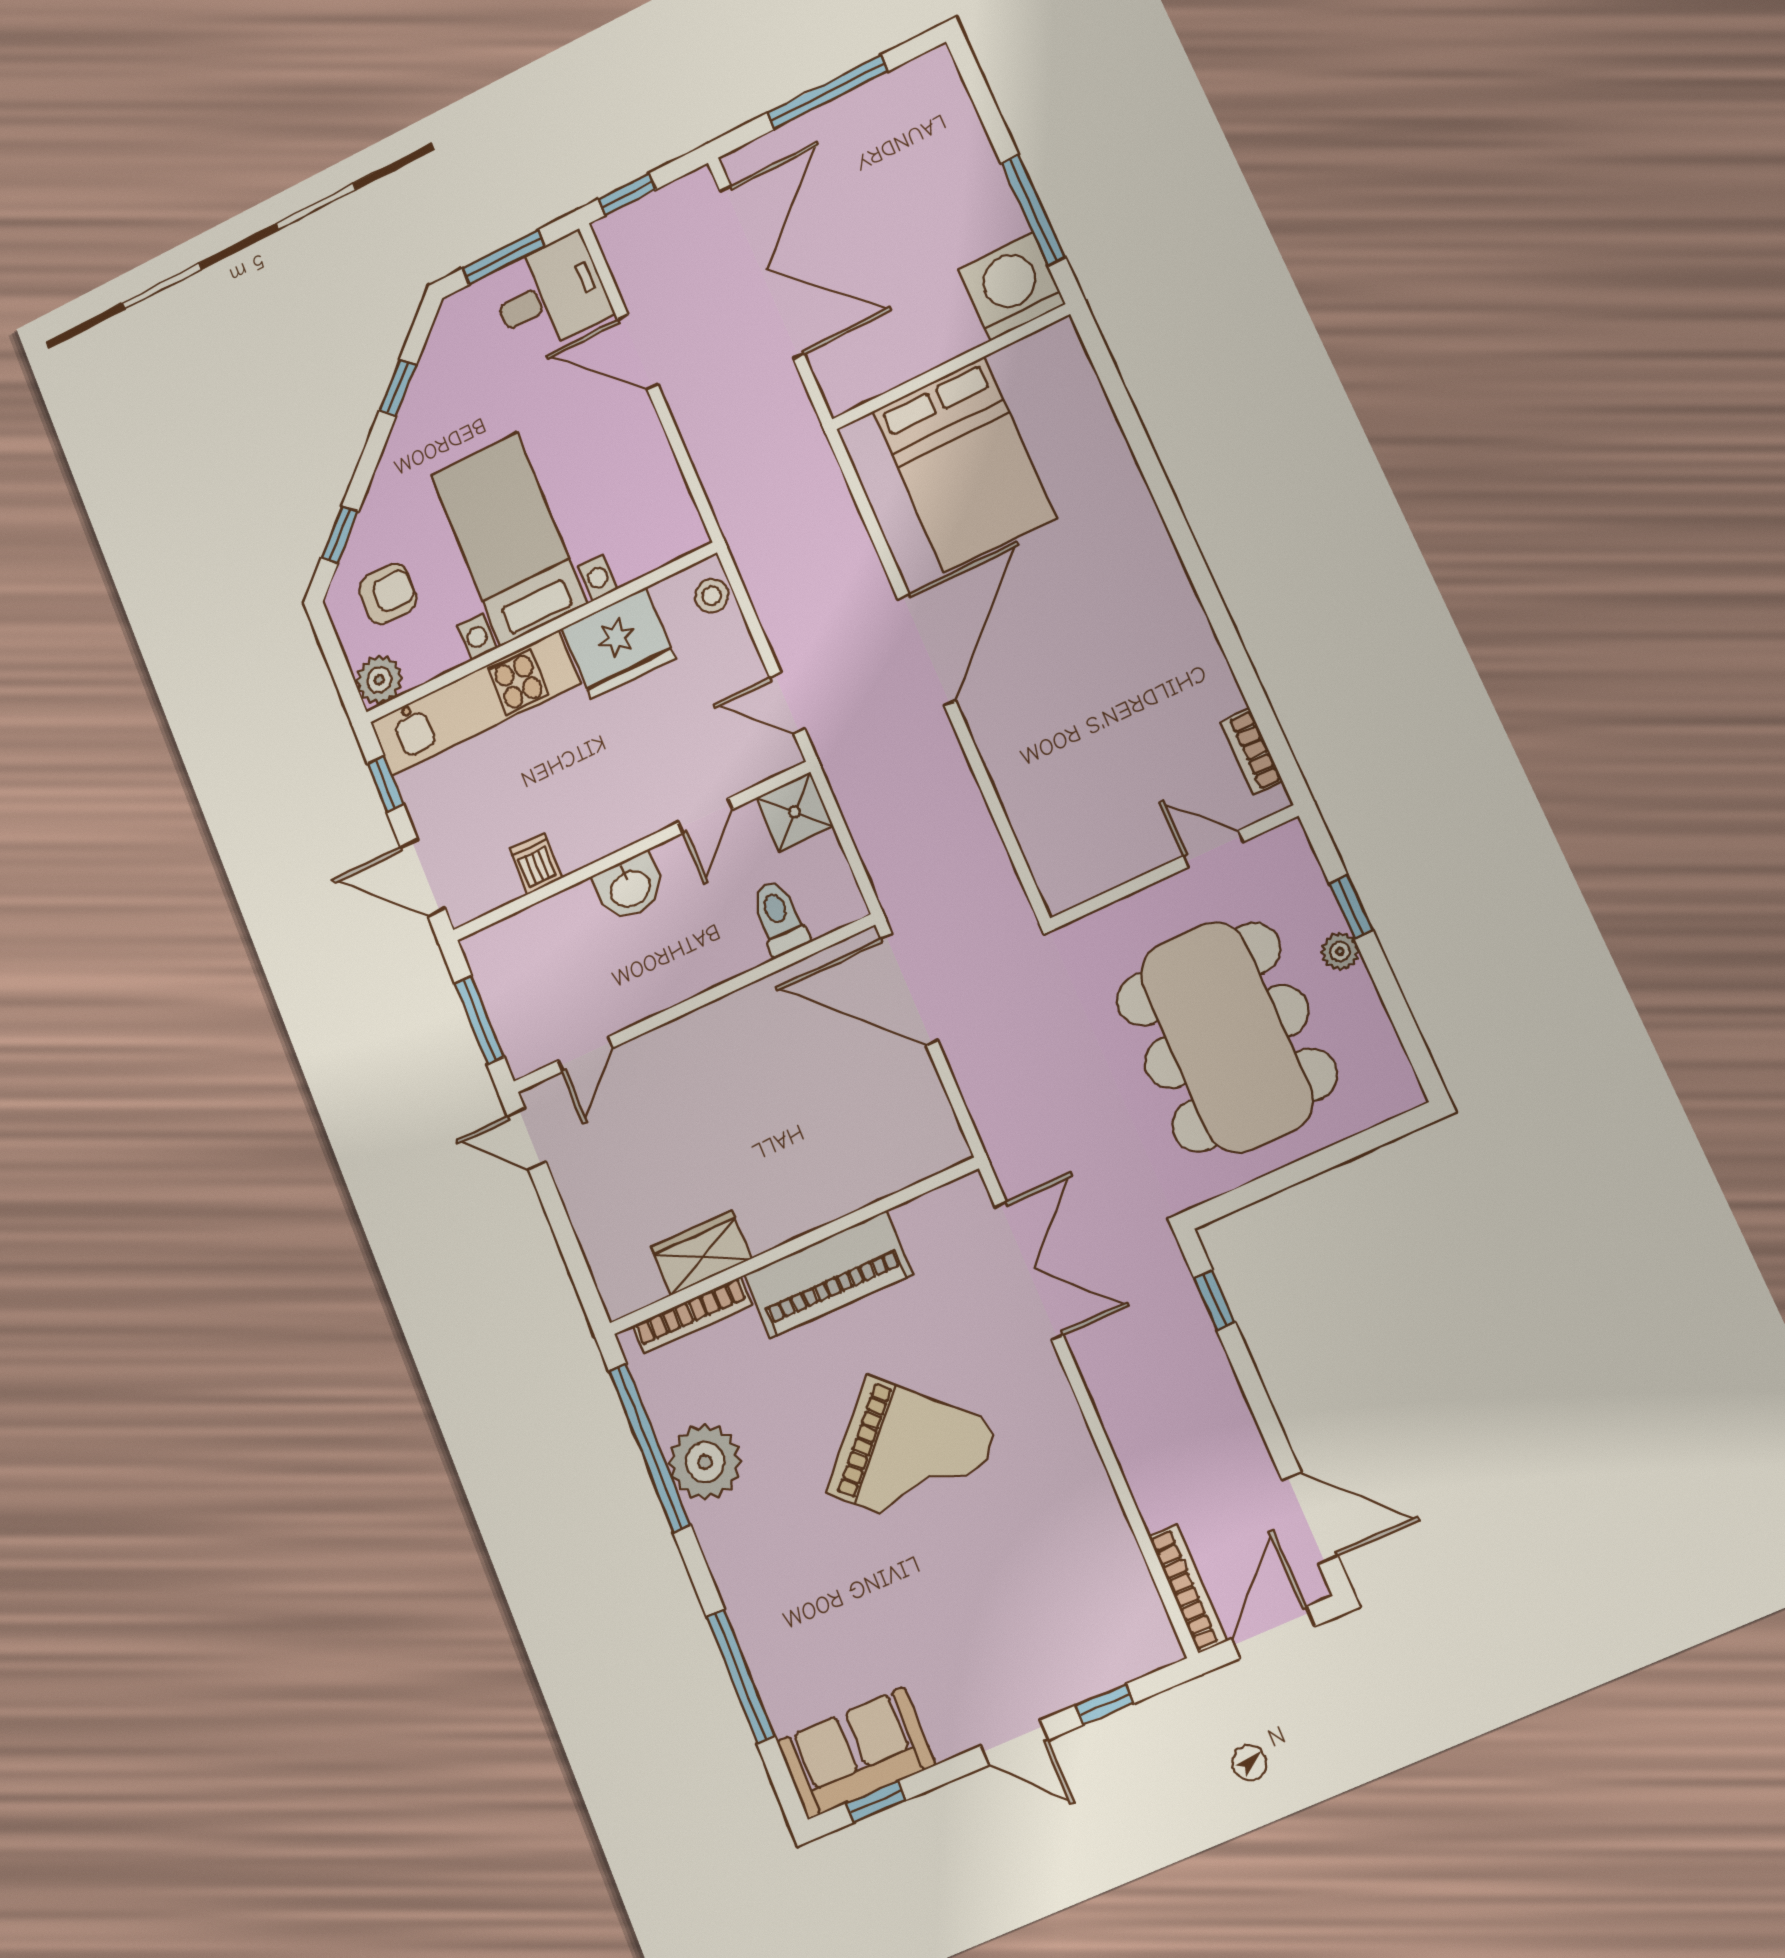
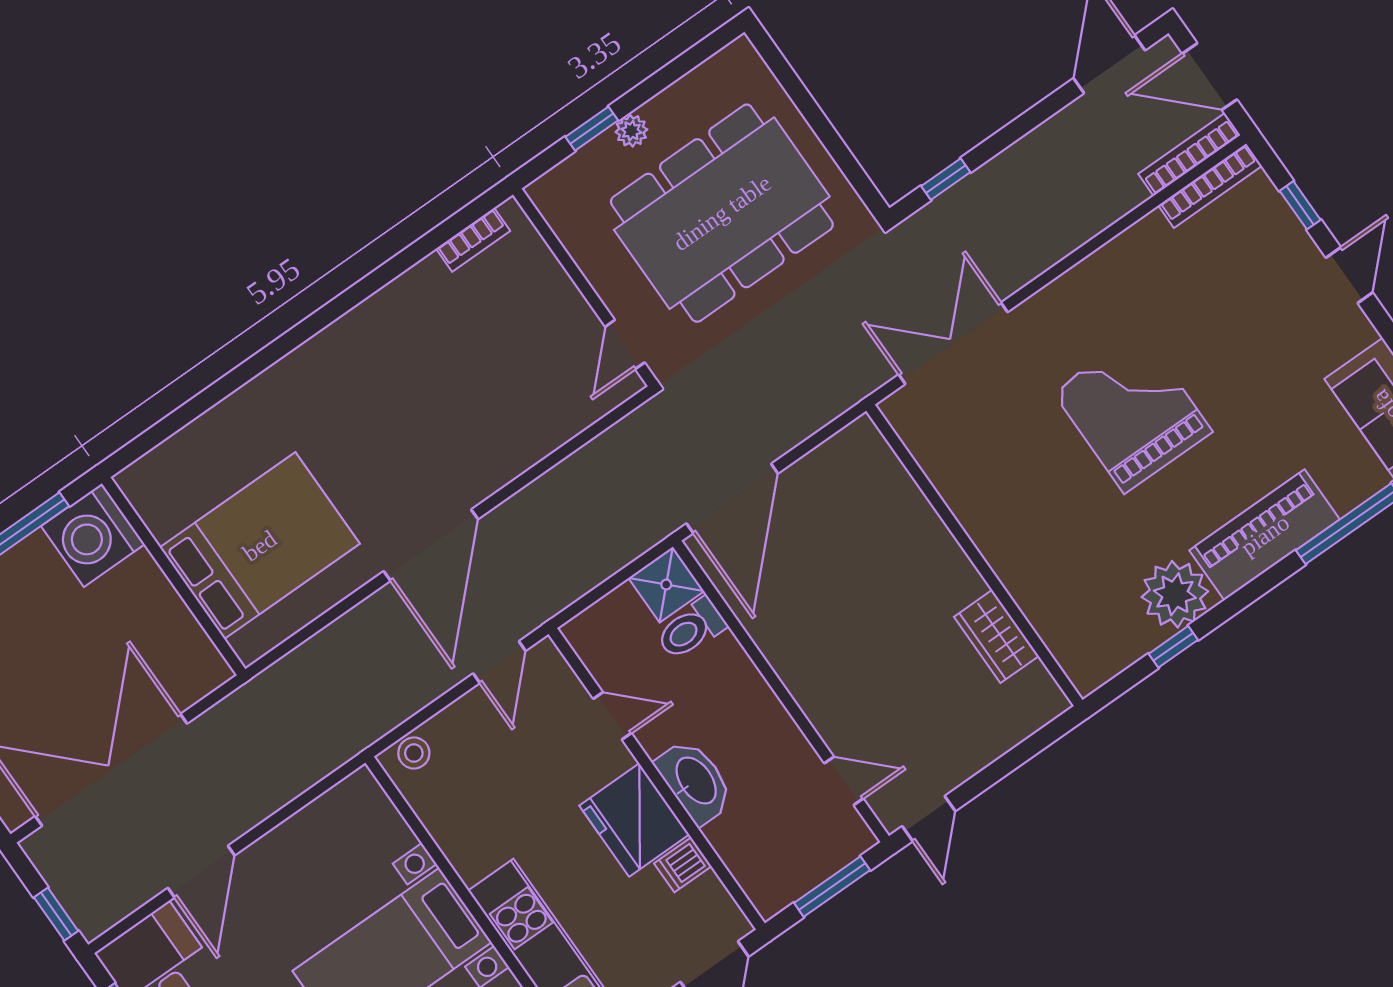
fridge: (619, 643) -> (634, 820), moved, turned 180
door: (927, 650) -> (431, 545), swing flipped
shower: (795, 812) -> (666, 585), moved
door: (1213, 849) -> (625, 345), moved
washbasin: (630, 887) -> (695, 781), width x1.38
piano: (828, 1275) -> (1265, 535), moved, turned -90
bookcase: (692, 1315) -> (1210, 186), moved, turned 90
window: (650, 1448) -> (1173, 647), width x0.32
grand piano: (912, 1458) -> (1133, 412), turned -43

